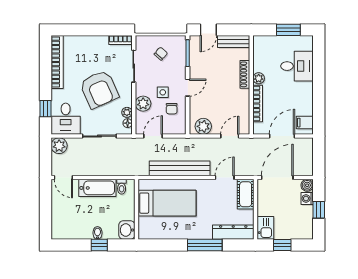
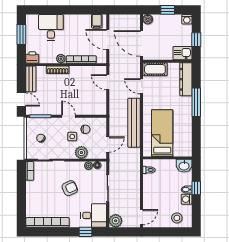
printer: (260, 43) -> (32, 58), added
armchair: (99, 89) -> (70, 188), width x0.53, depth x0.53
plant: (203, 126) -> (100, 104), removed
door: (153, 136) -> (108, 144), swing flipped
bathtub: (97, 188) -> (150, 190), removed
washing machine: (307, 198) -> (187, 19), moved
stool: (63, 221) -> (177, 218), added
washing machine: (86, 233) -> (187, 199), added

